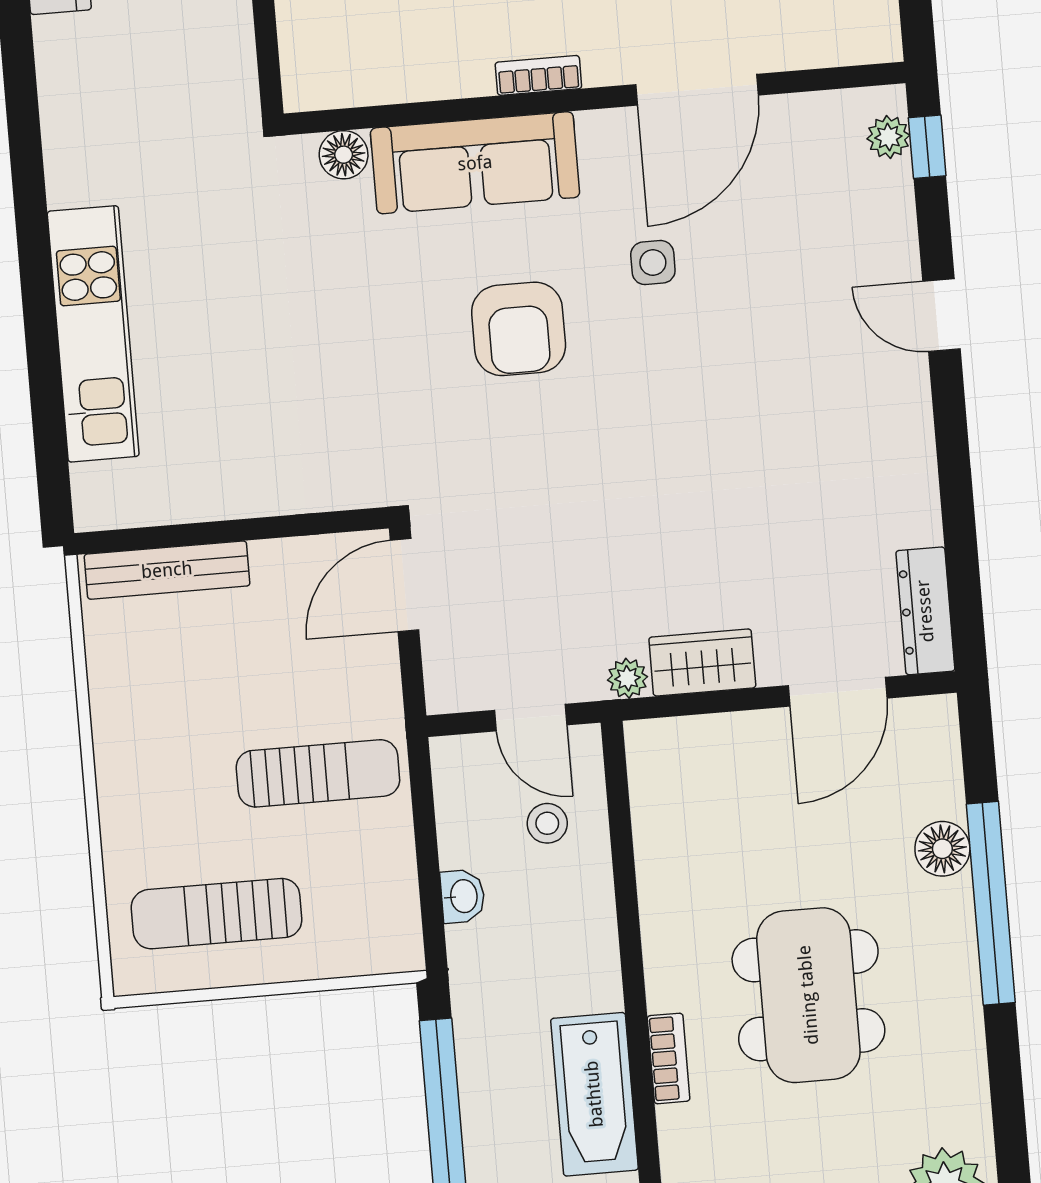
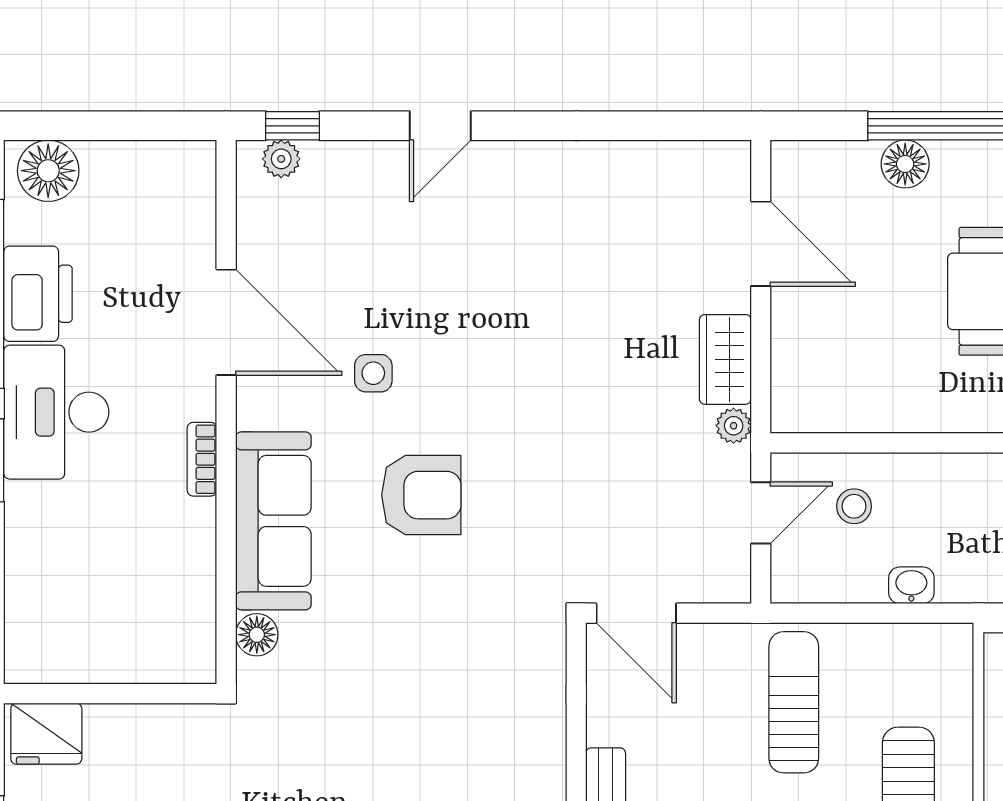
dresser: (925, 611) -> (697, 161), removed

